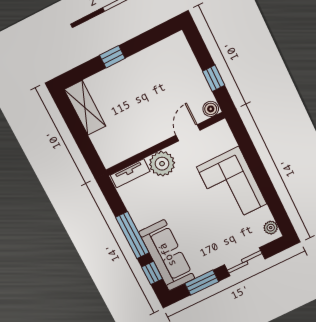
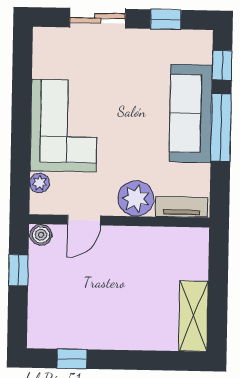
window: (112, 57) -> (72, 359), moved
plant: (271, 228) -> (40, 183), moved
sofa: (167, 255) -> (191, 113), moved
window: (202, 283) -> (166, 19), width x0.67

